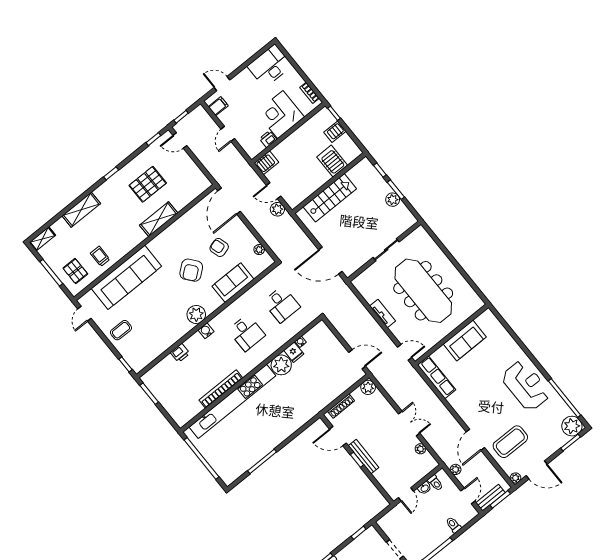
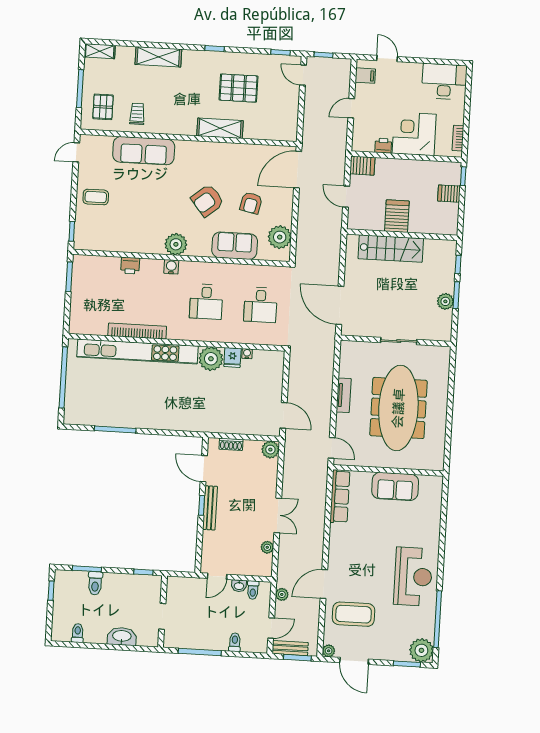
server rack: (332, 161) -> (397, 216), moved
plant: (277, 209) -> (334, 216), removed
armchair: (219, 247) -> (251, 203), turned -152
plant: (259, 250) -> (280, 237), width x1.88, depth x1.88
sofa: (126, 277) -> (144, 151), width x0.74, depth x0.79
shoe rack: (341, 406) -> (231, 444), width x0.70

